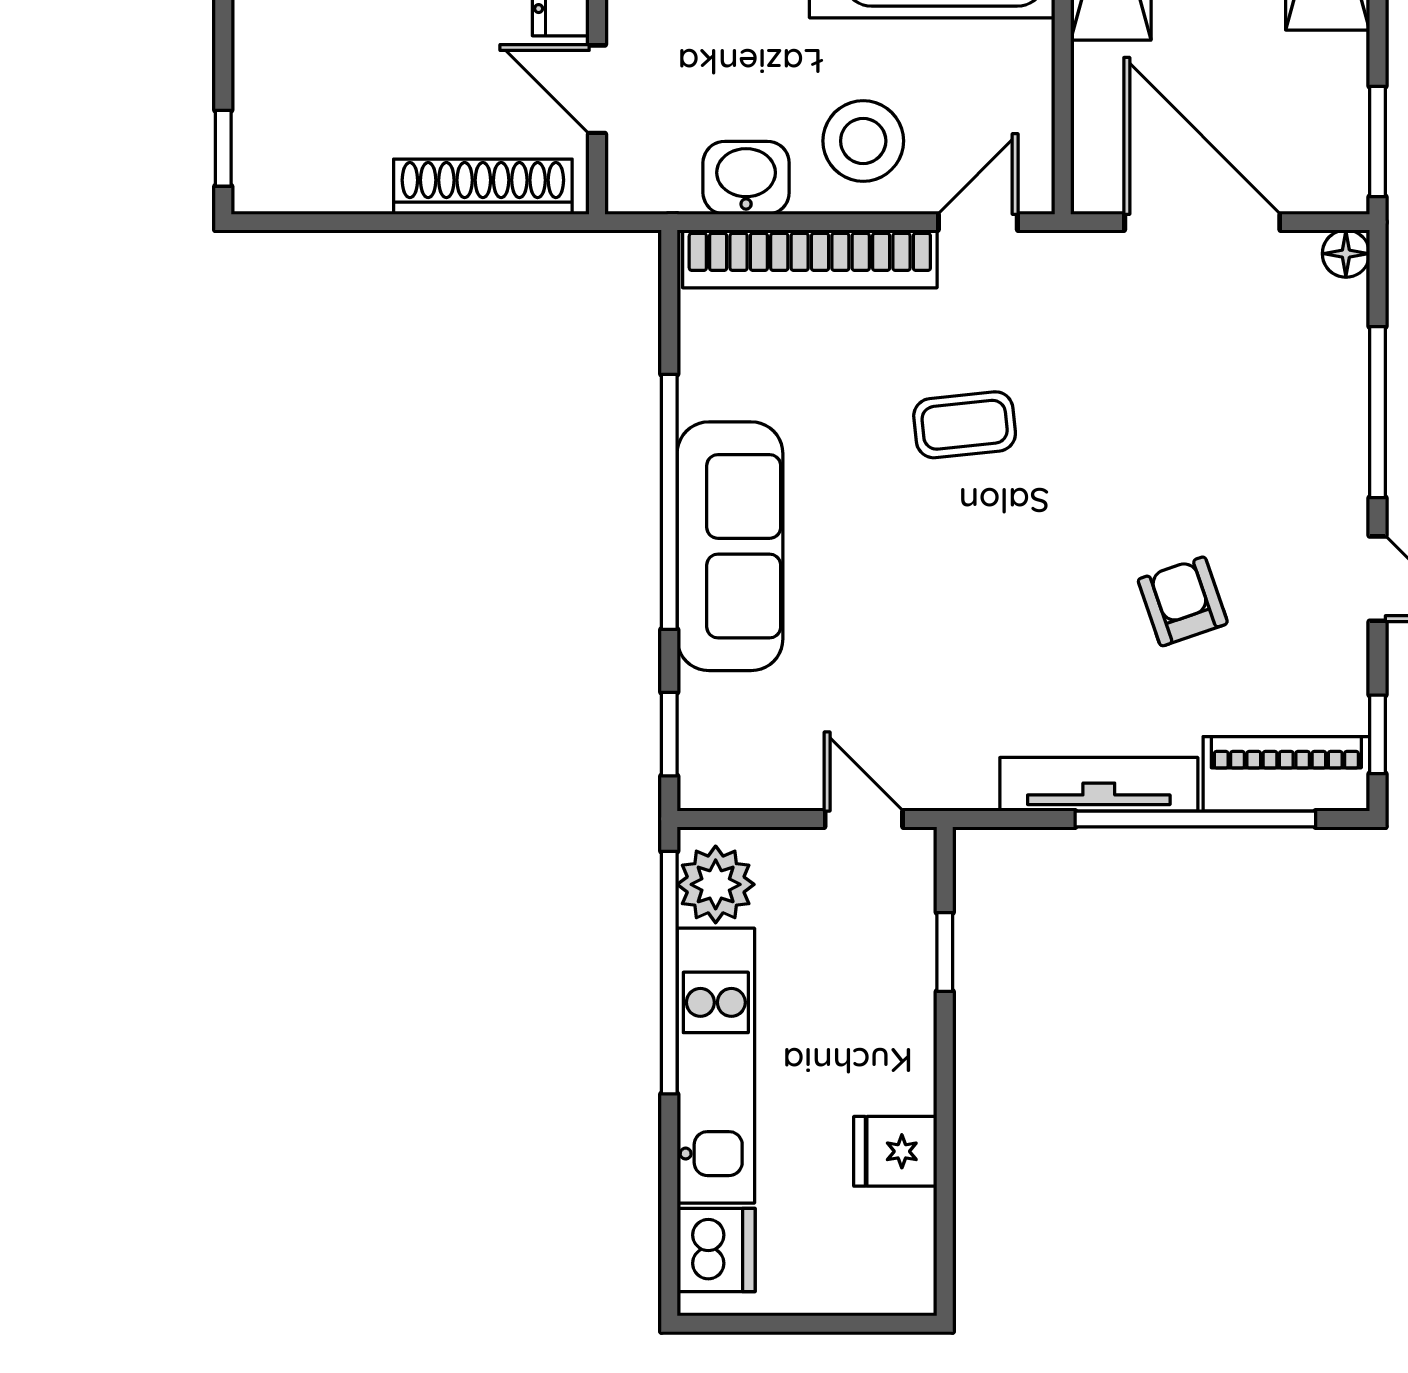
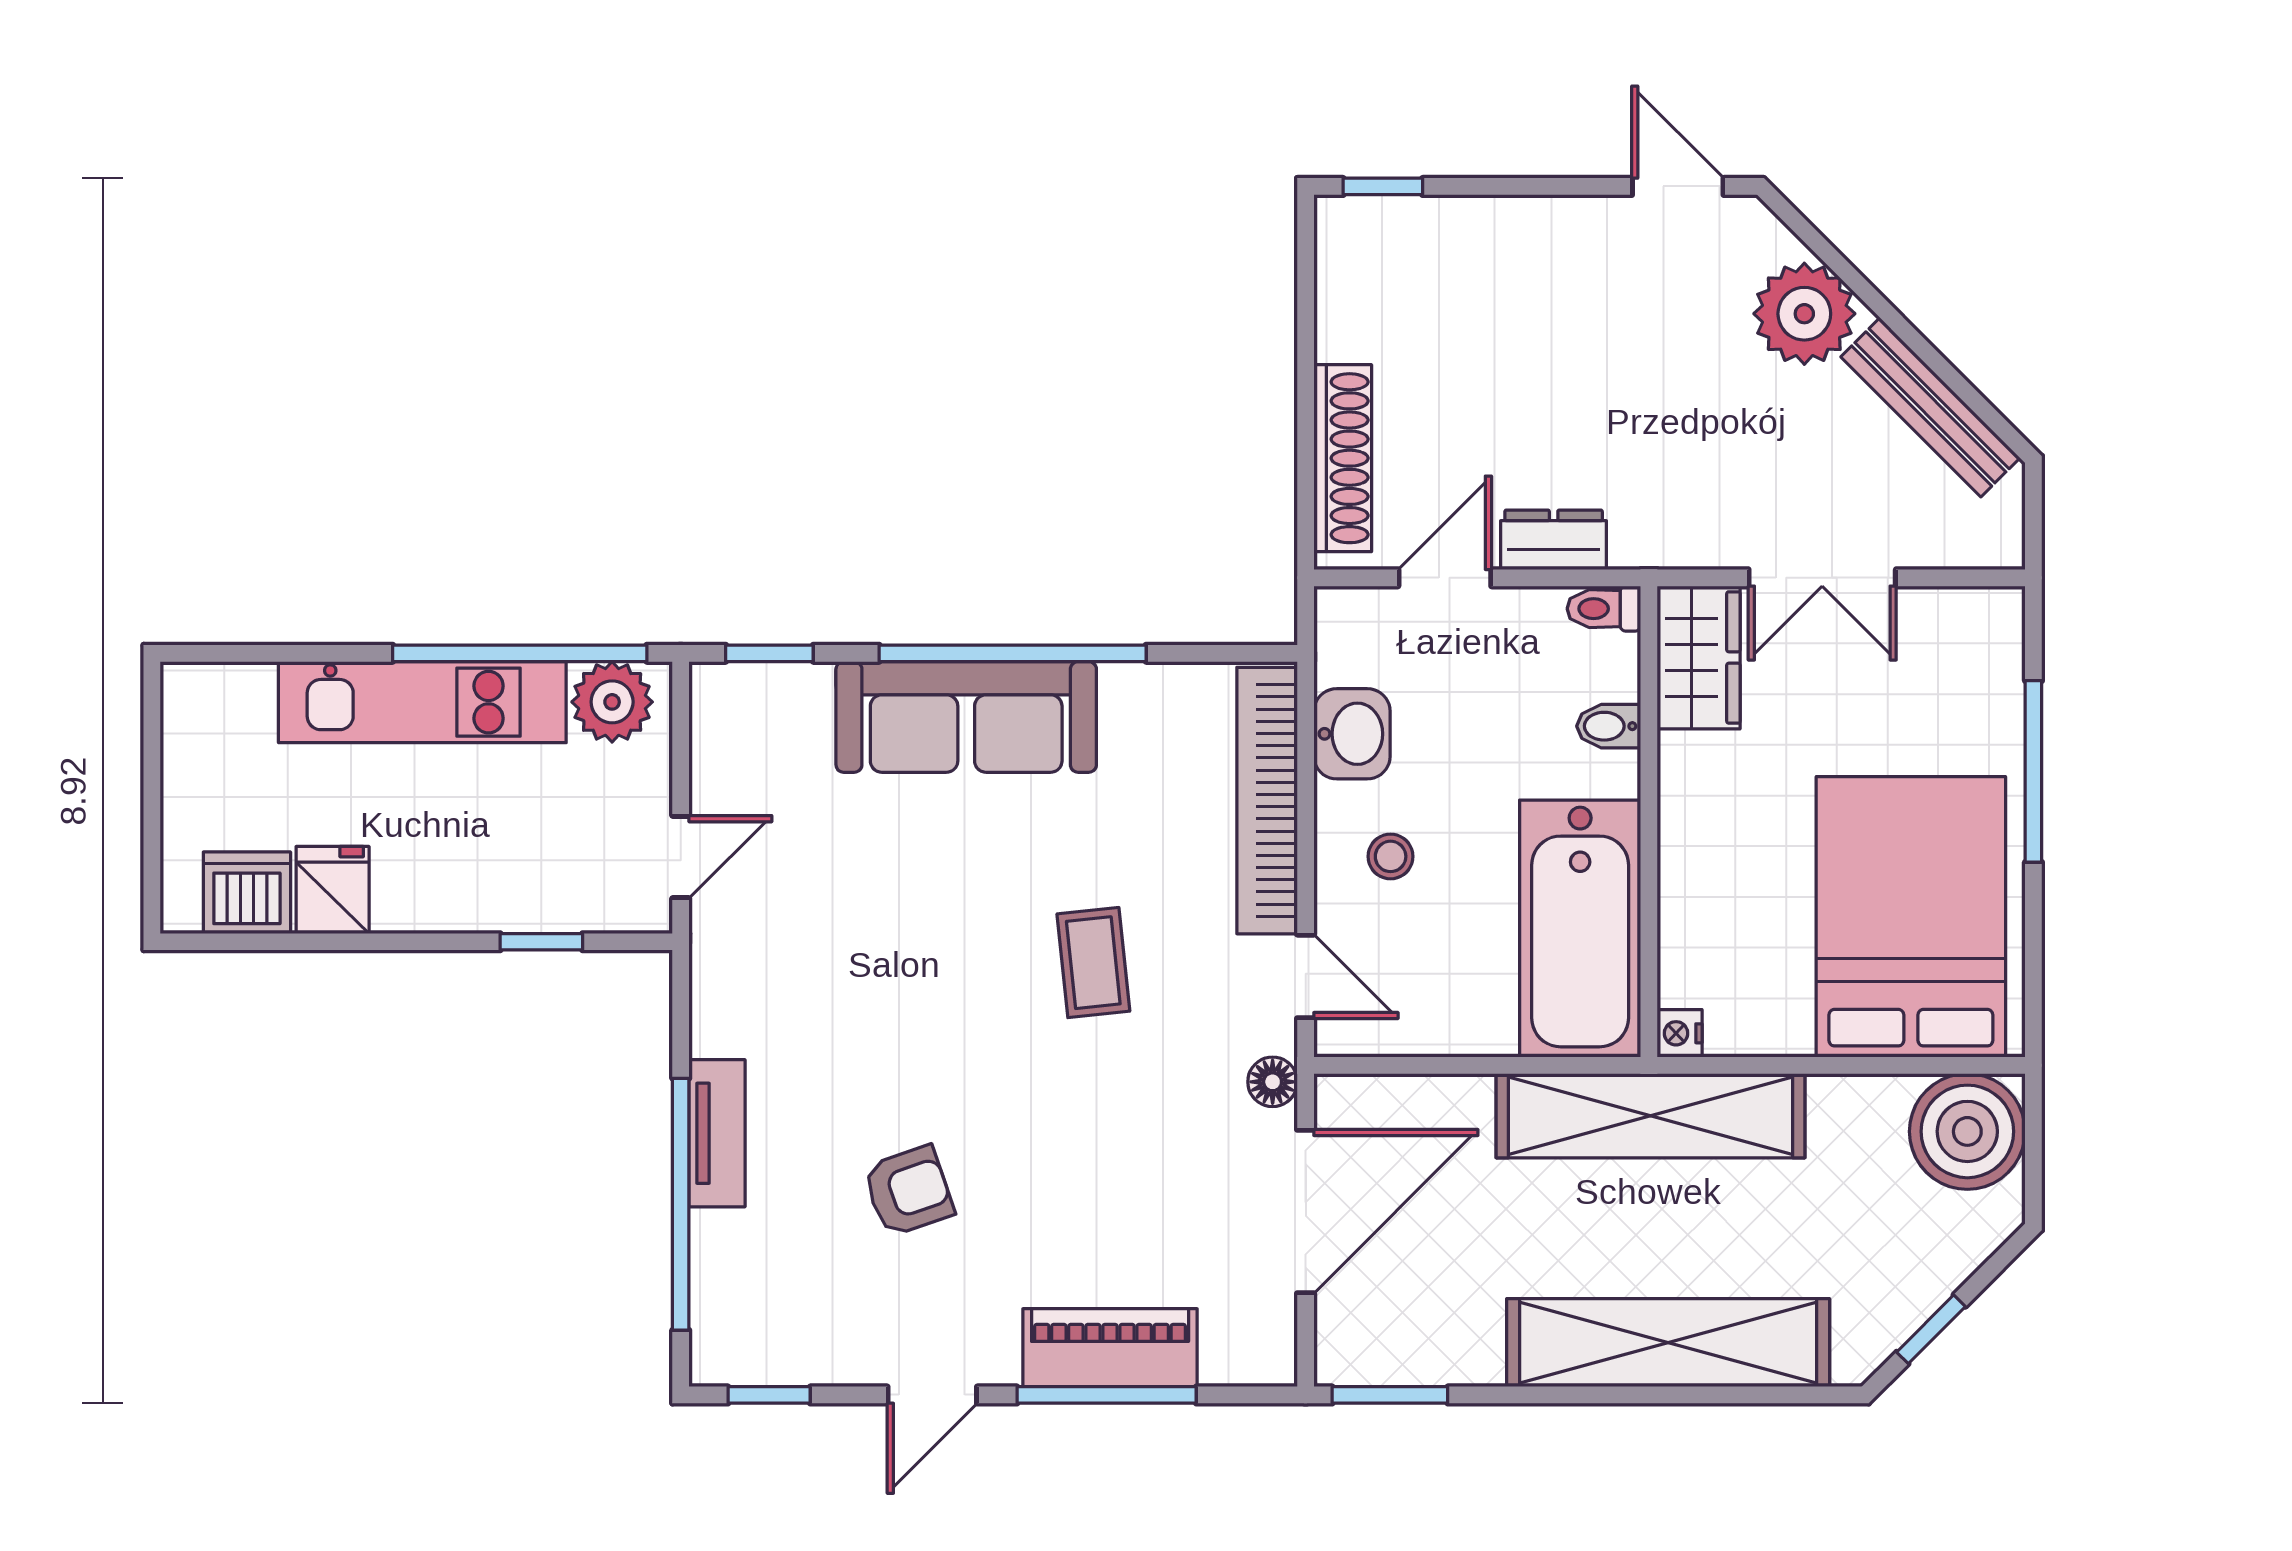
stool: (863, 141) -> (1391, 856), width x0.53, depth x0.53
floor lamp: (1346, 254) -> (1273, 1082), moved
piano: (1286, 774) -> (1110, 1348), moved, turned -90
tv unit: (1099, 784) -> (717, 1133), width x0.71
dishwasher: (716, 1250) -> (247, 893), moved, turned 180

